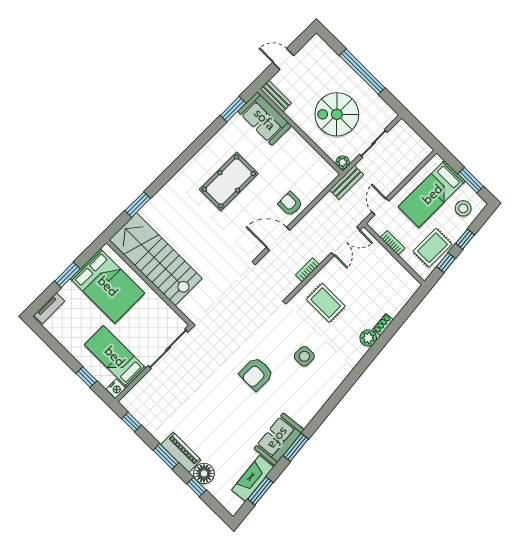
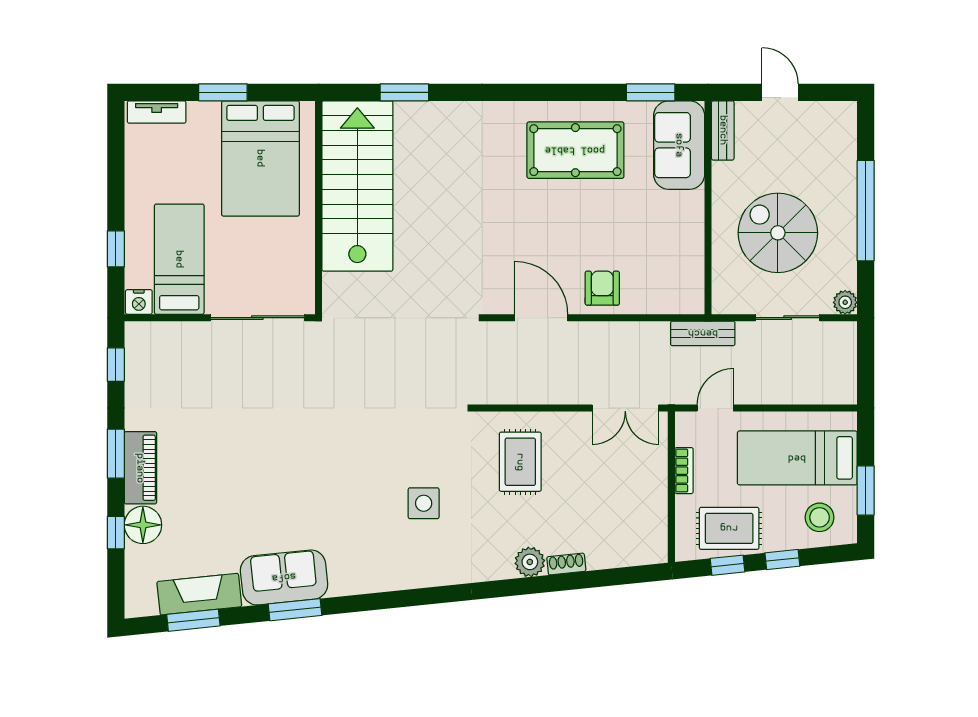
plant: (343, 162) -> (845, 302), moved
pool table: (229, 181) -> (575, 150), moved
bookcase: (307, 270) -> (539, 396), removed
armchair: (256, 374) -> (339, 464), removed

